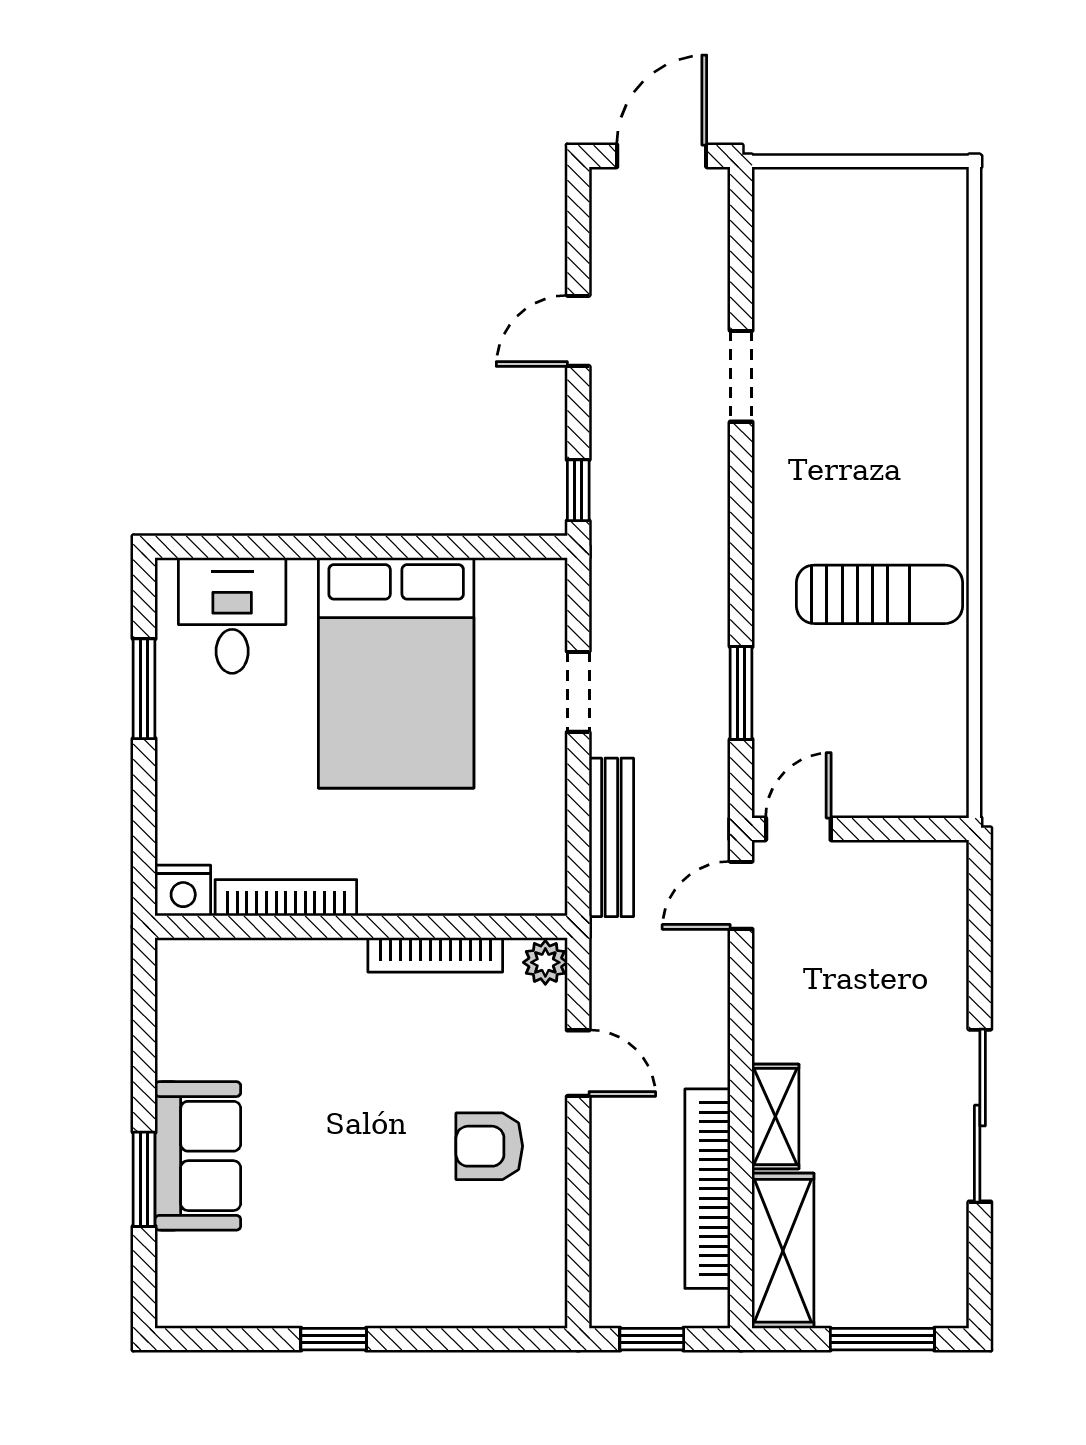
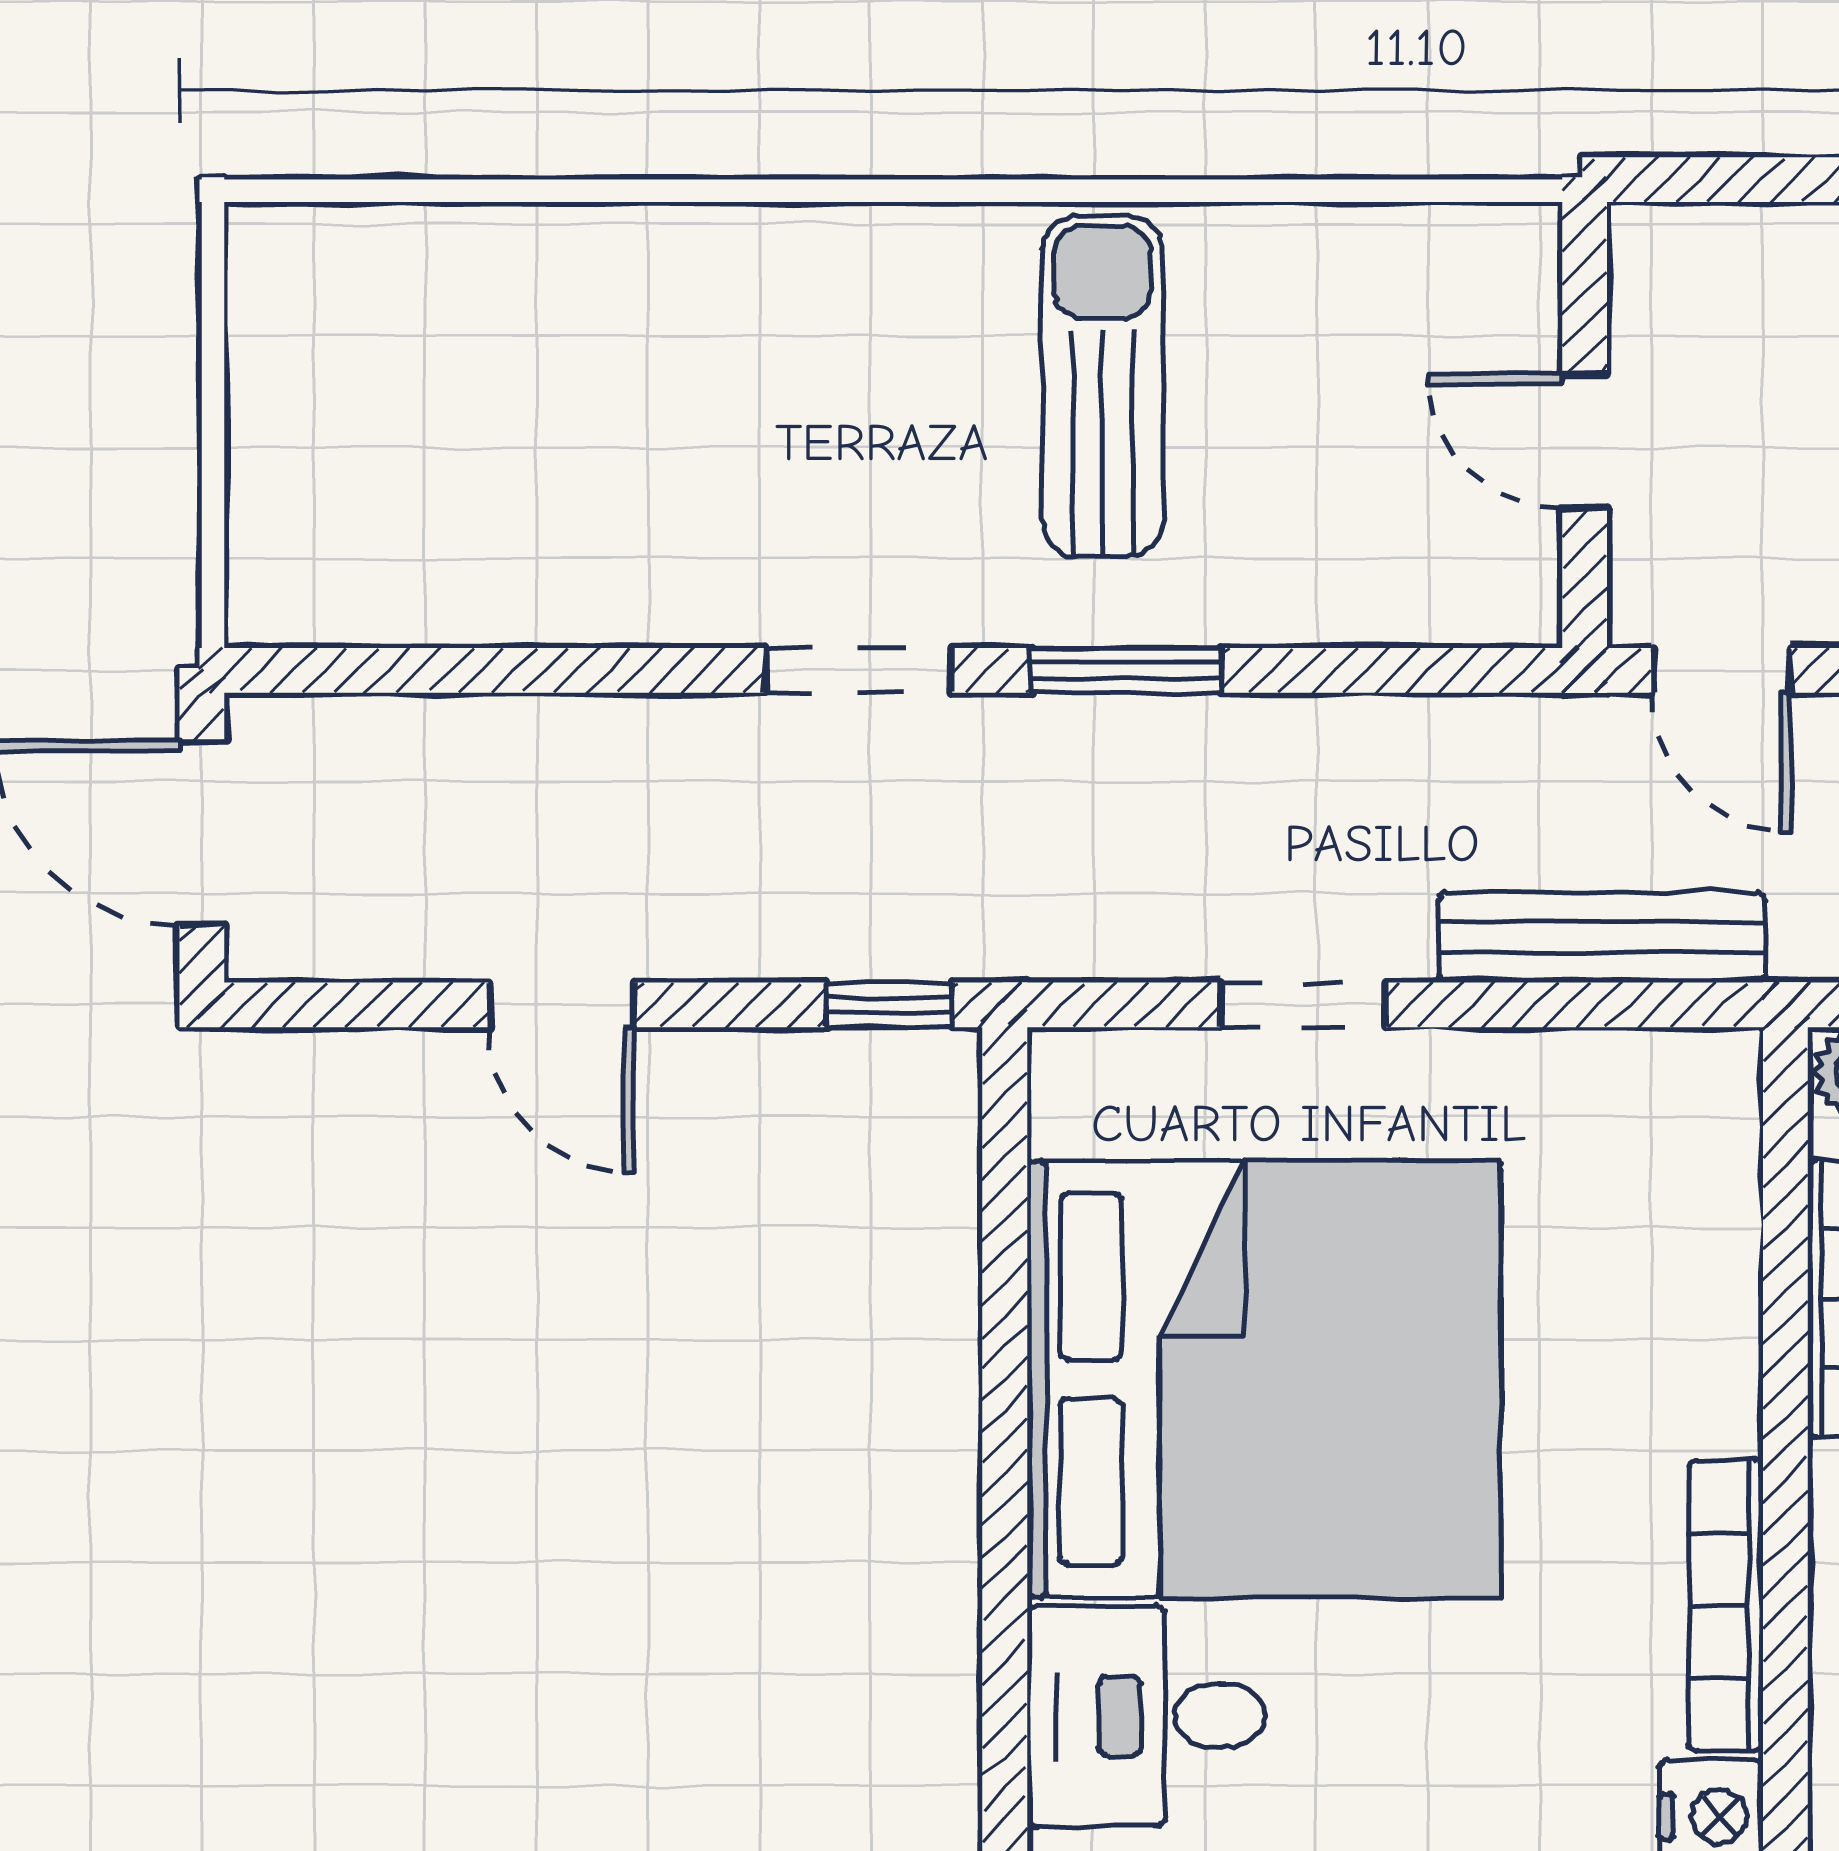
doorway: (741, 376) -> (858, 670), moved
bed: (396, 673) -> (1264, 1379), width x1.36
window: (741, 693) -> (1126, 670), moved
door: (798, 829) -> (1585, 441), moved

